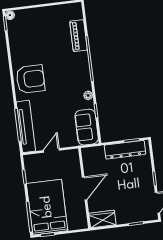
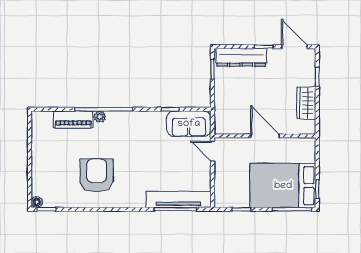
armchair: (30, 79) -> (97, 175), moved
plant: (88, 95) -> (100, 117), moved
door: (51, 150) -> (213, 151), moved
dresser: (125, 150) -> (241, 57), moved, turned 90
wardrobe: (102, 219) -> (306, 103), moved

